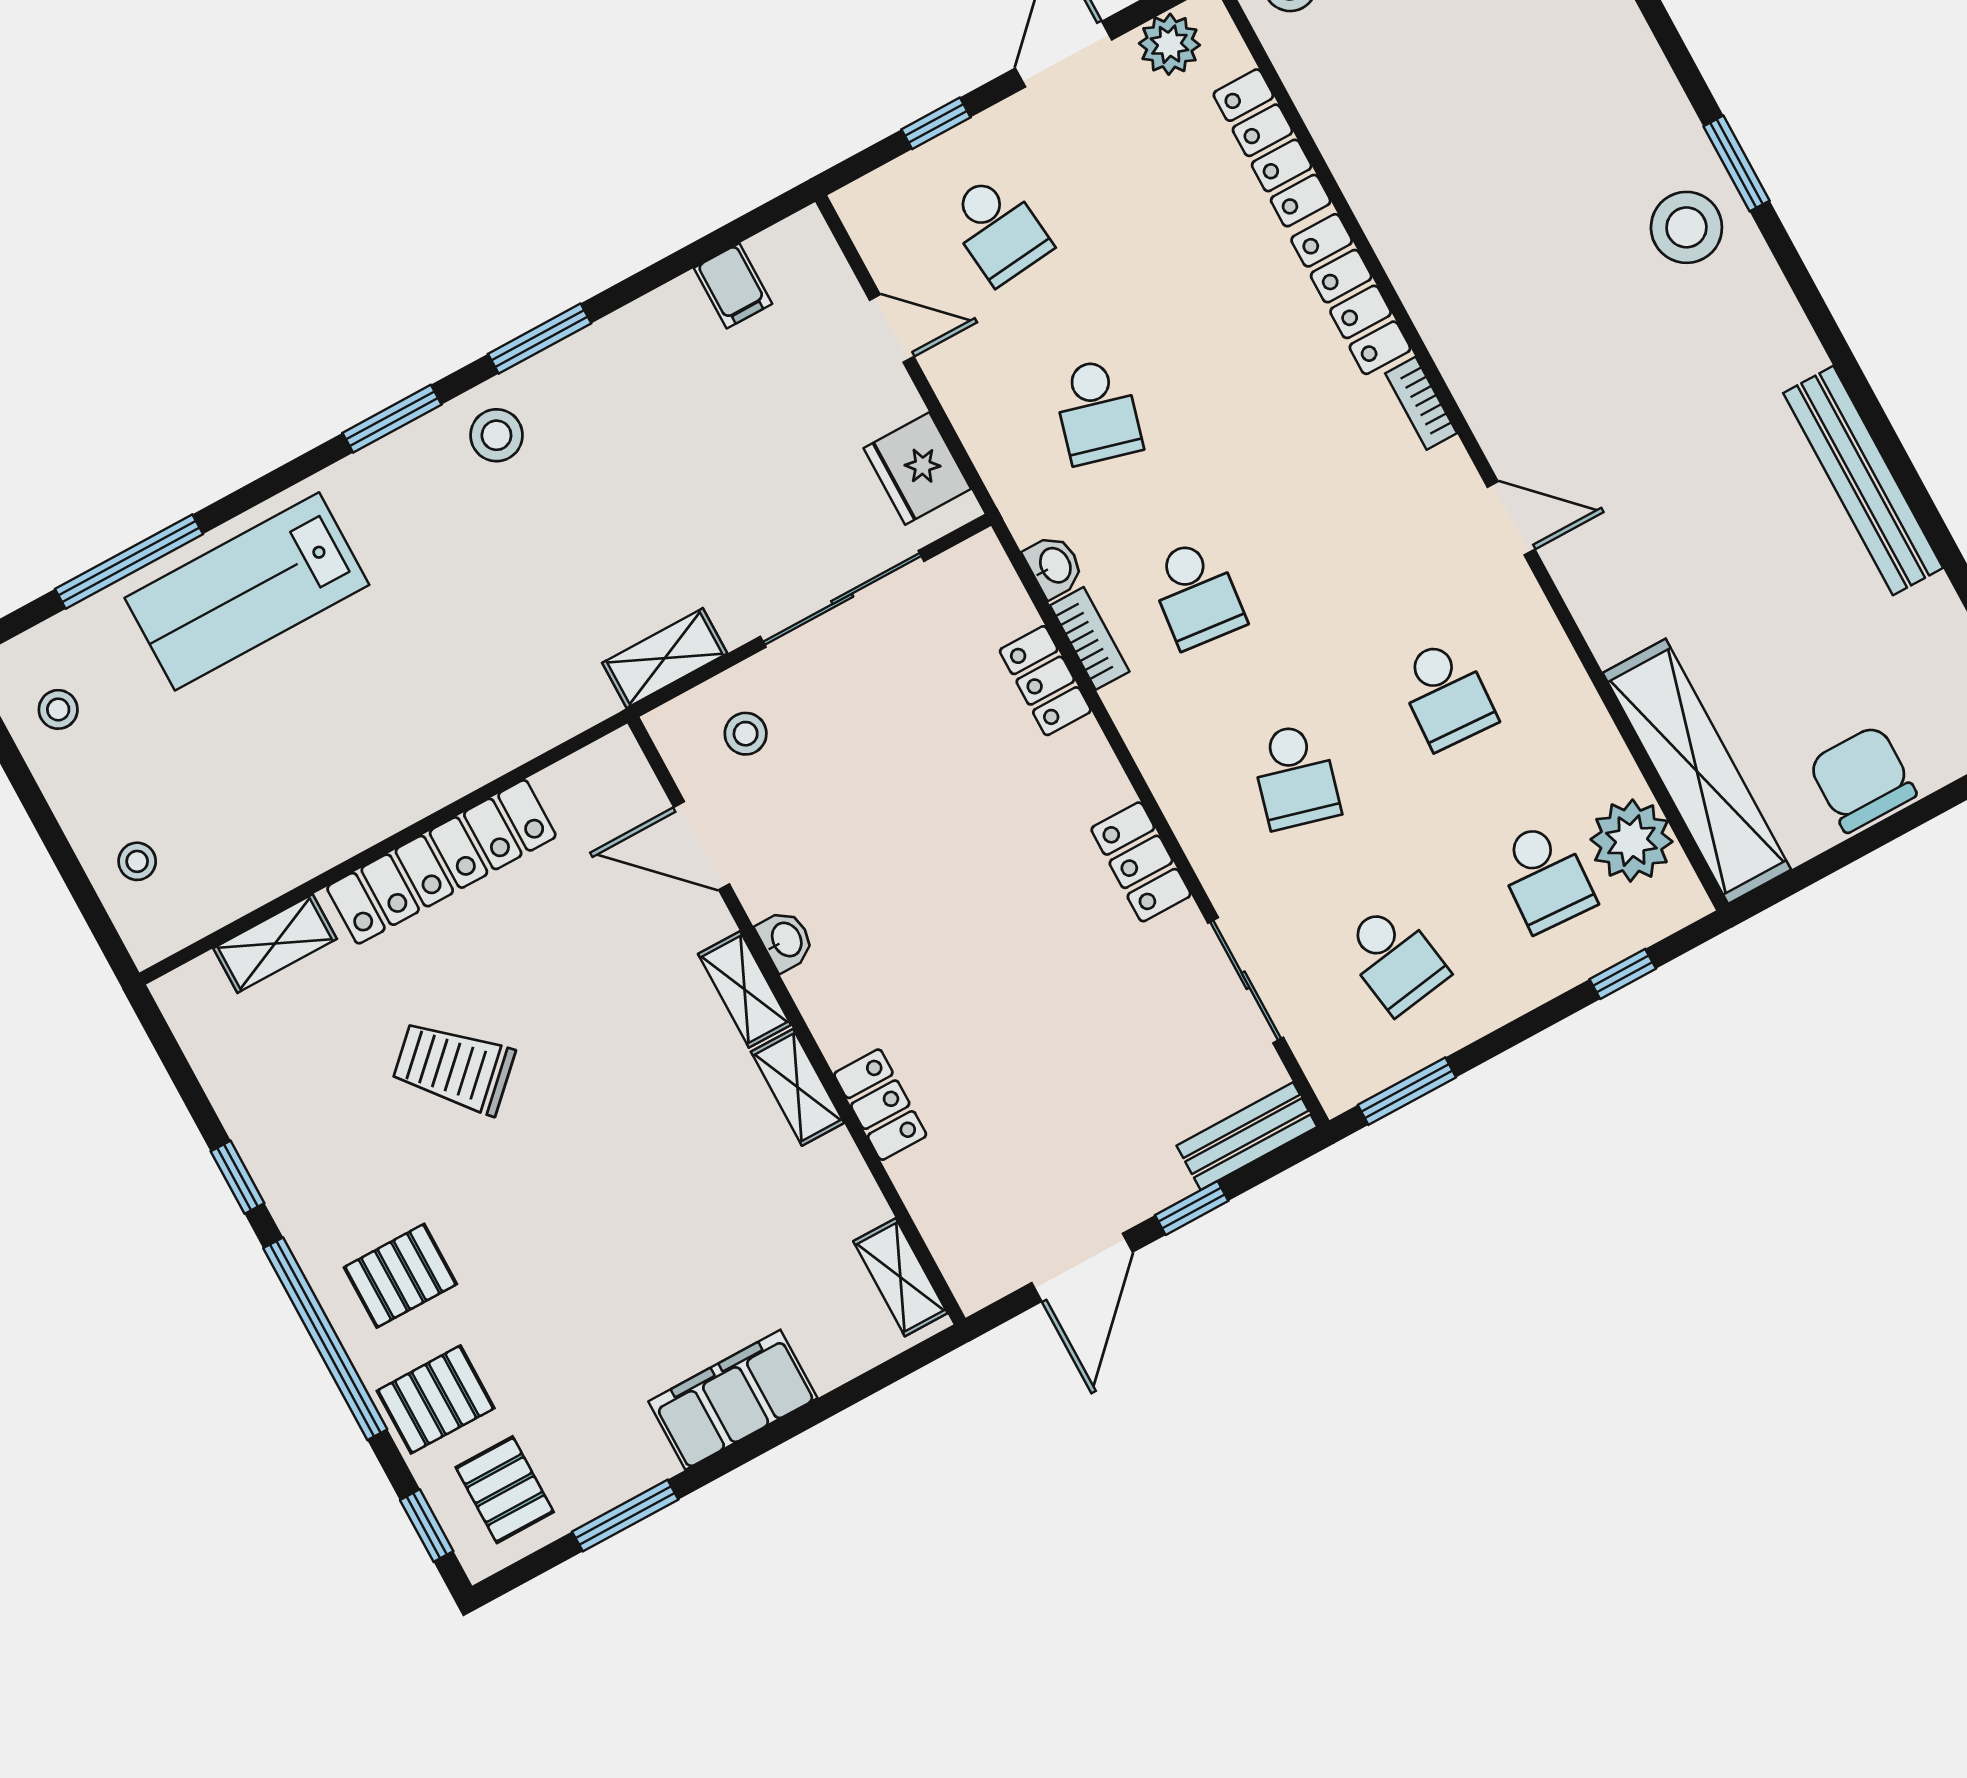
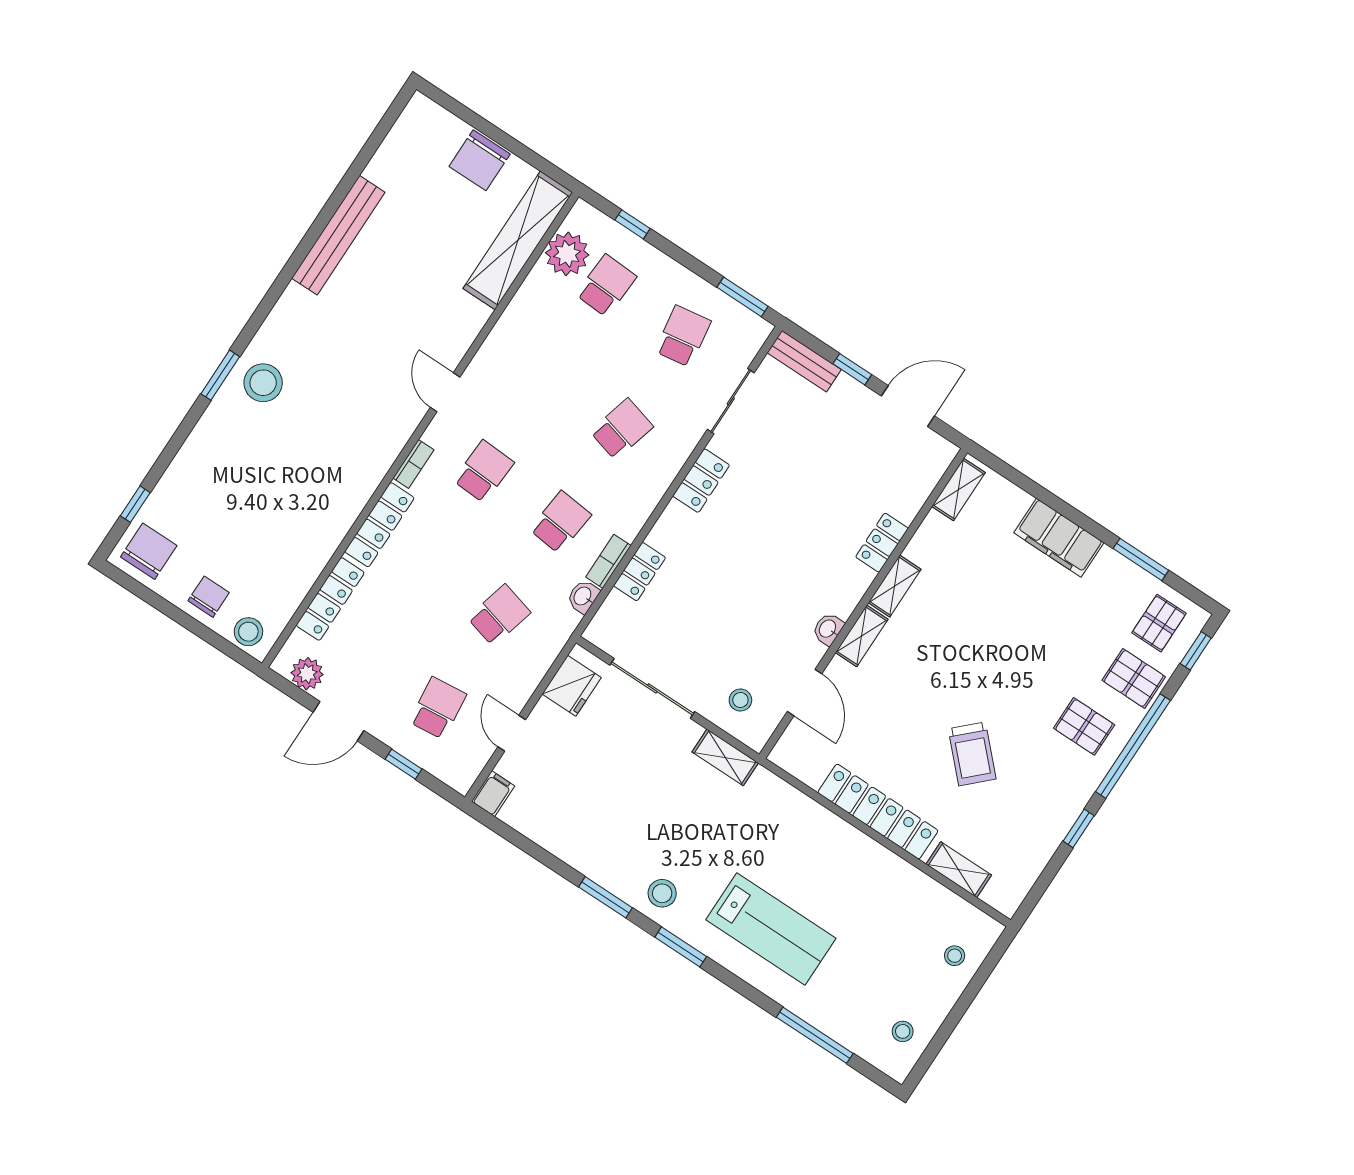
filing cabinet: (733, 286) -> (493, 794), moved
lab bench: (247, 591) -> (771, 929), moved
school desk: (1446, 694) -> (484, 471), moved

